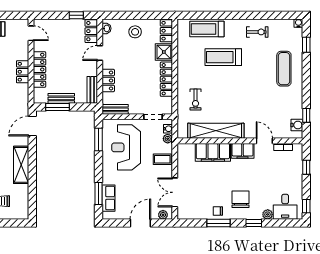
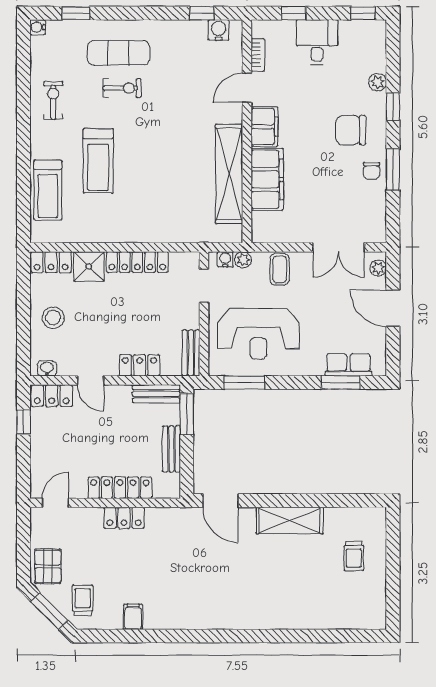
exercise bike: (196, 100) -> (122, 88), moved
window: (57, 107) -> (187, 414), moved
desk: (285, 207) -> (317, 42), moved, turned -90

